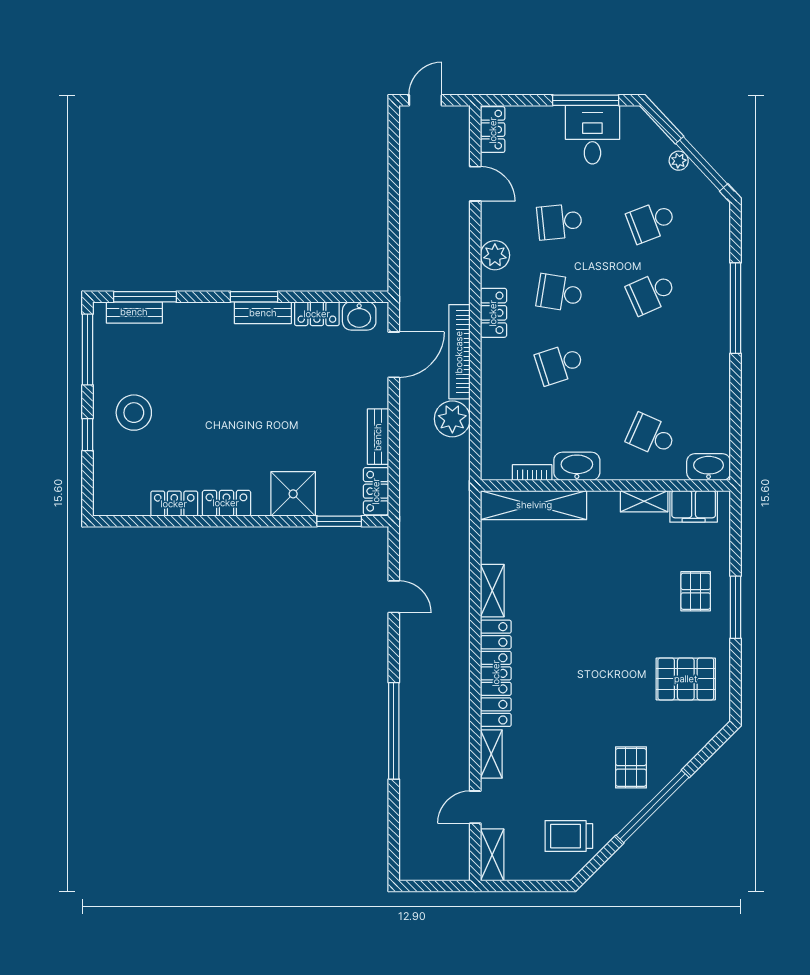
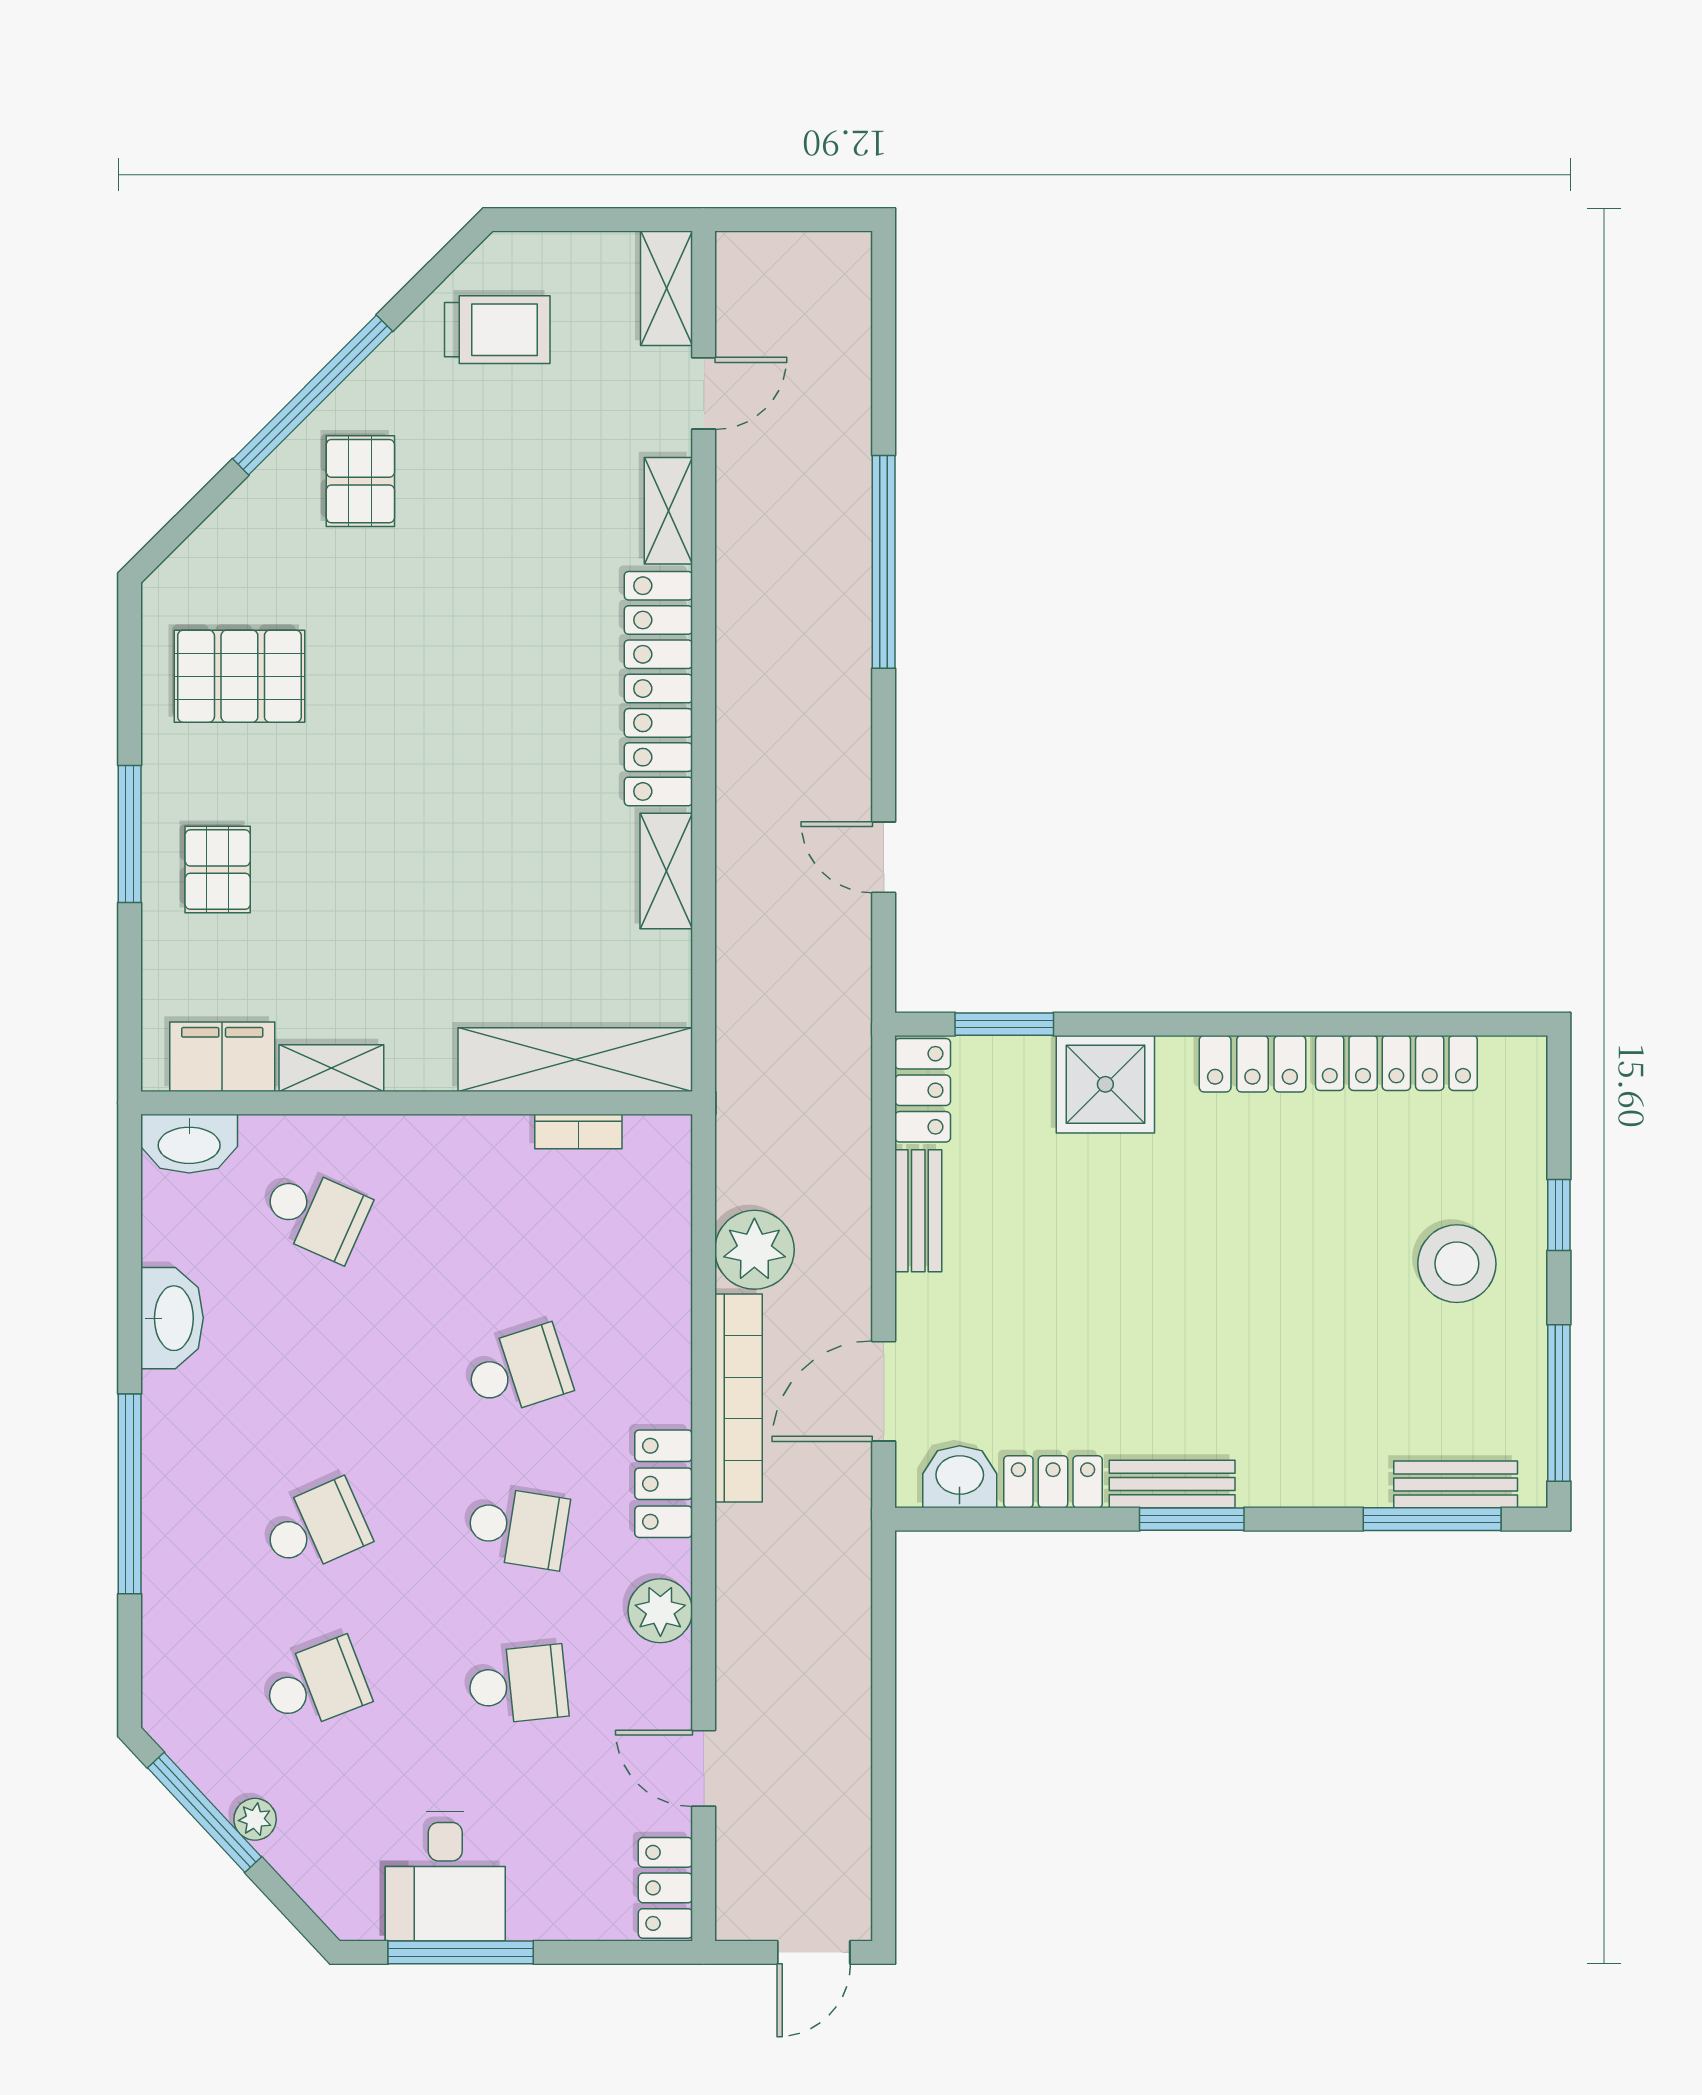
washbasin: (577, 466) -> (172, 1318), moved, turned -90
locker: (174, 504) -> (1396, 1063), width x1.53

